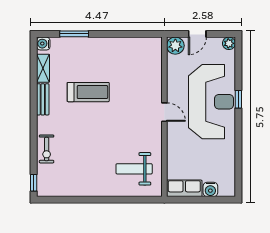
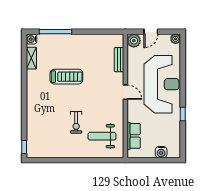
window: (74, 34) -> (55, 32), width x1.44
bench: (43, 99) -> (119, 60), moved
window: (238, 99) -> (183, 114), moved
exercise bike: (47, 149) -> (76, 122), moved
row of seats: (184, 188) -> (134, 136), moved, turned 90

